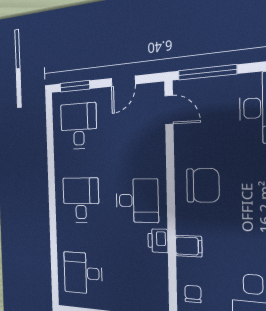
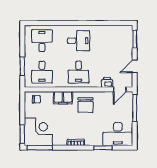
door: (123, 81) -> (135, 66), hinge flipped
desk: (79, 126) -> (42, 72), moved, turned 90
printer: (158, 241) -> (107, 82), moved
filing cabinet: (189, 246) -> (63, 98), width x2.00

